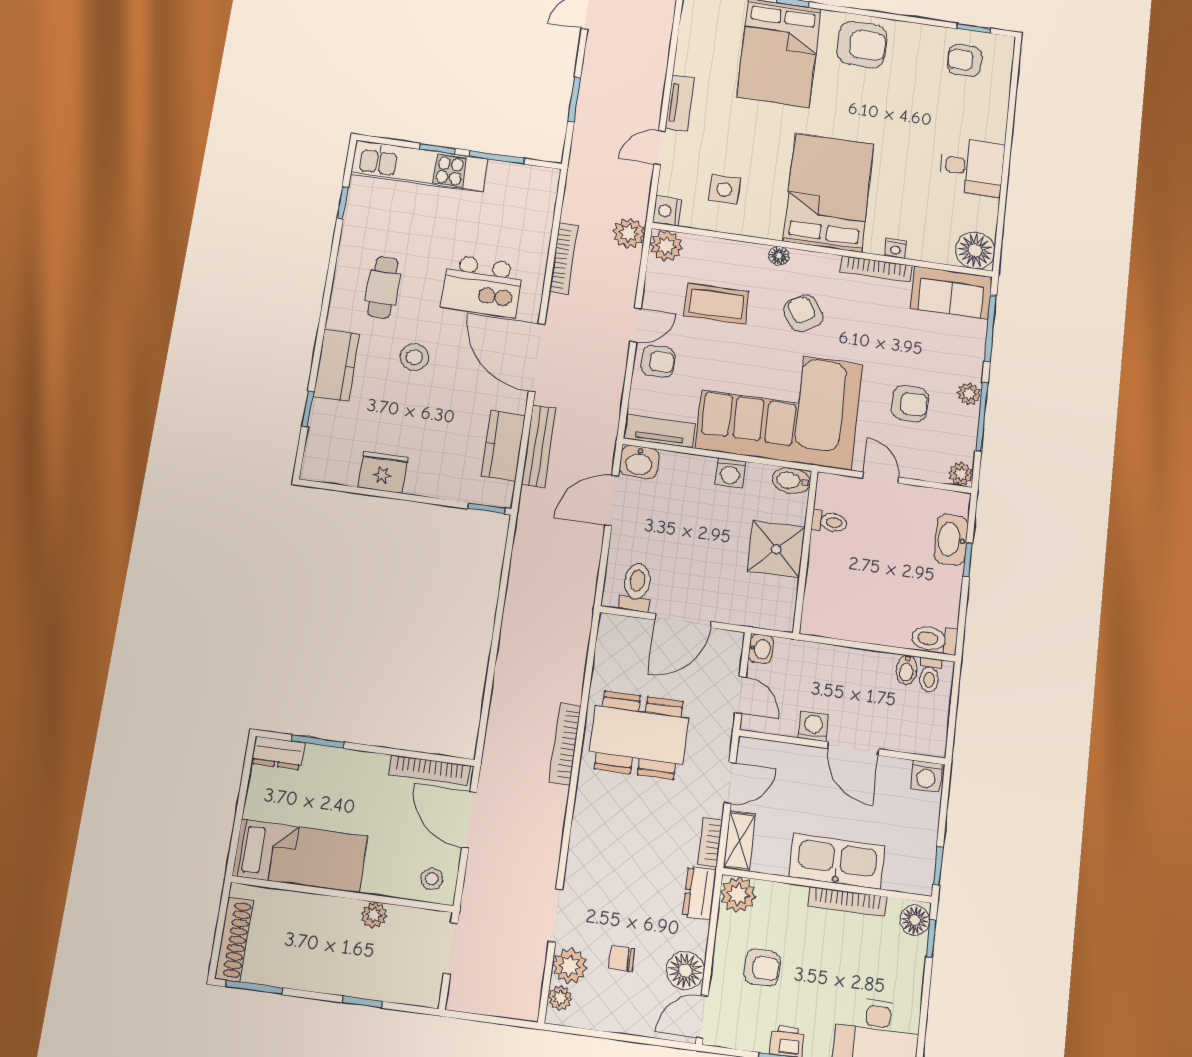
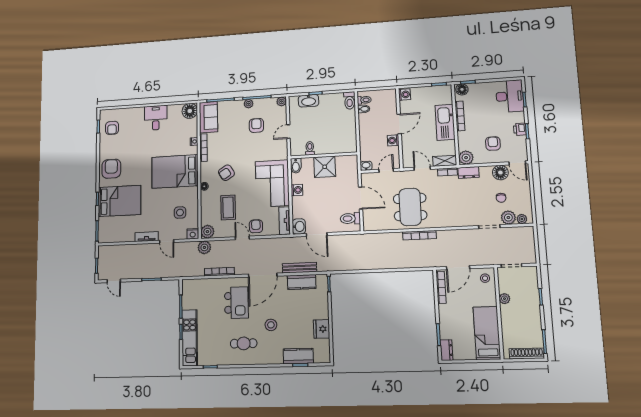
kitchen counter: (336, 365) -> (298, 356), moved
corner sofa: (779, 406) -> (272, 183), width x0.73, depth x0.74

